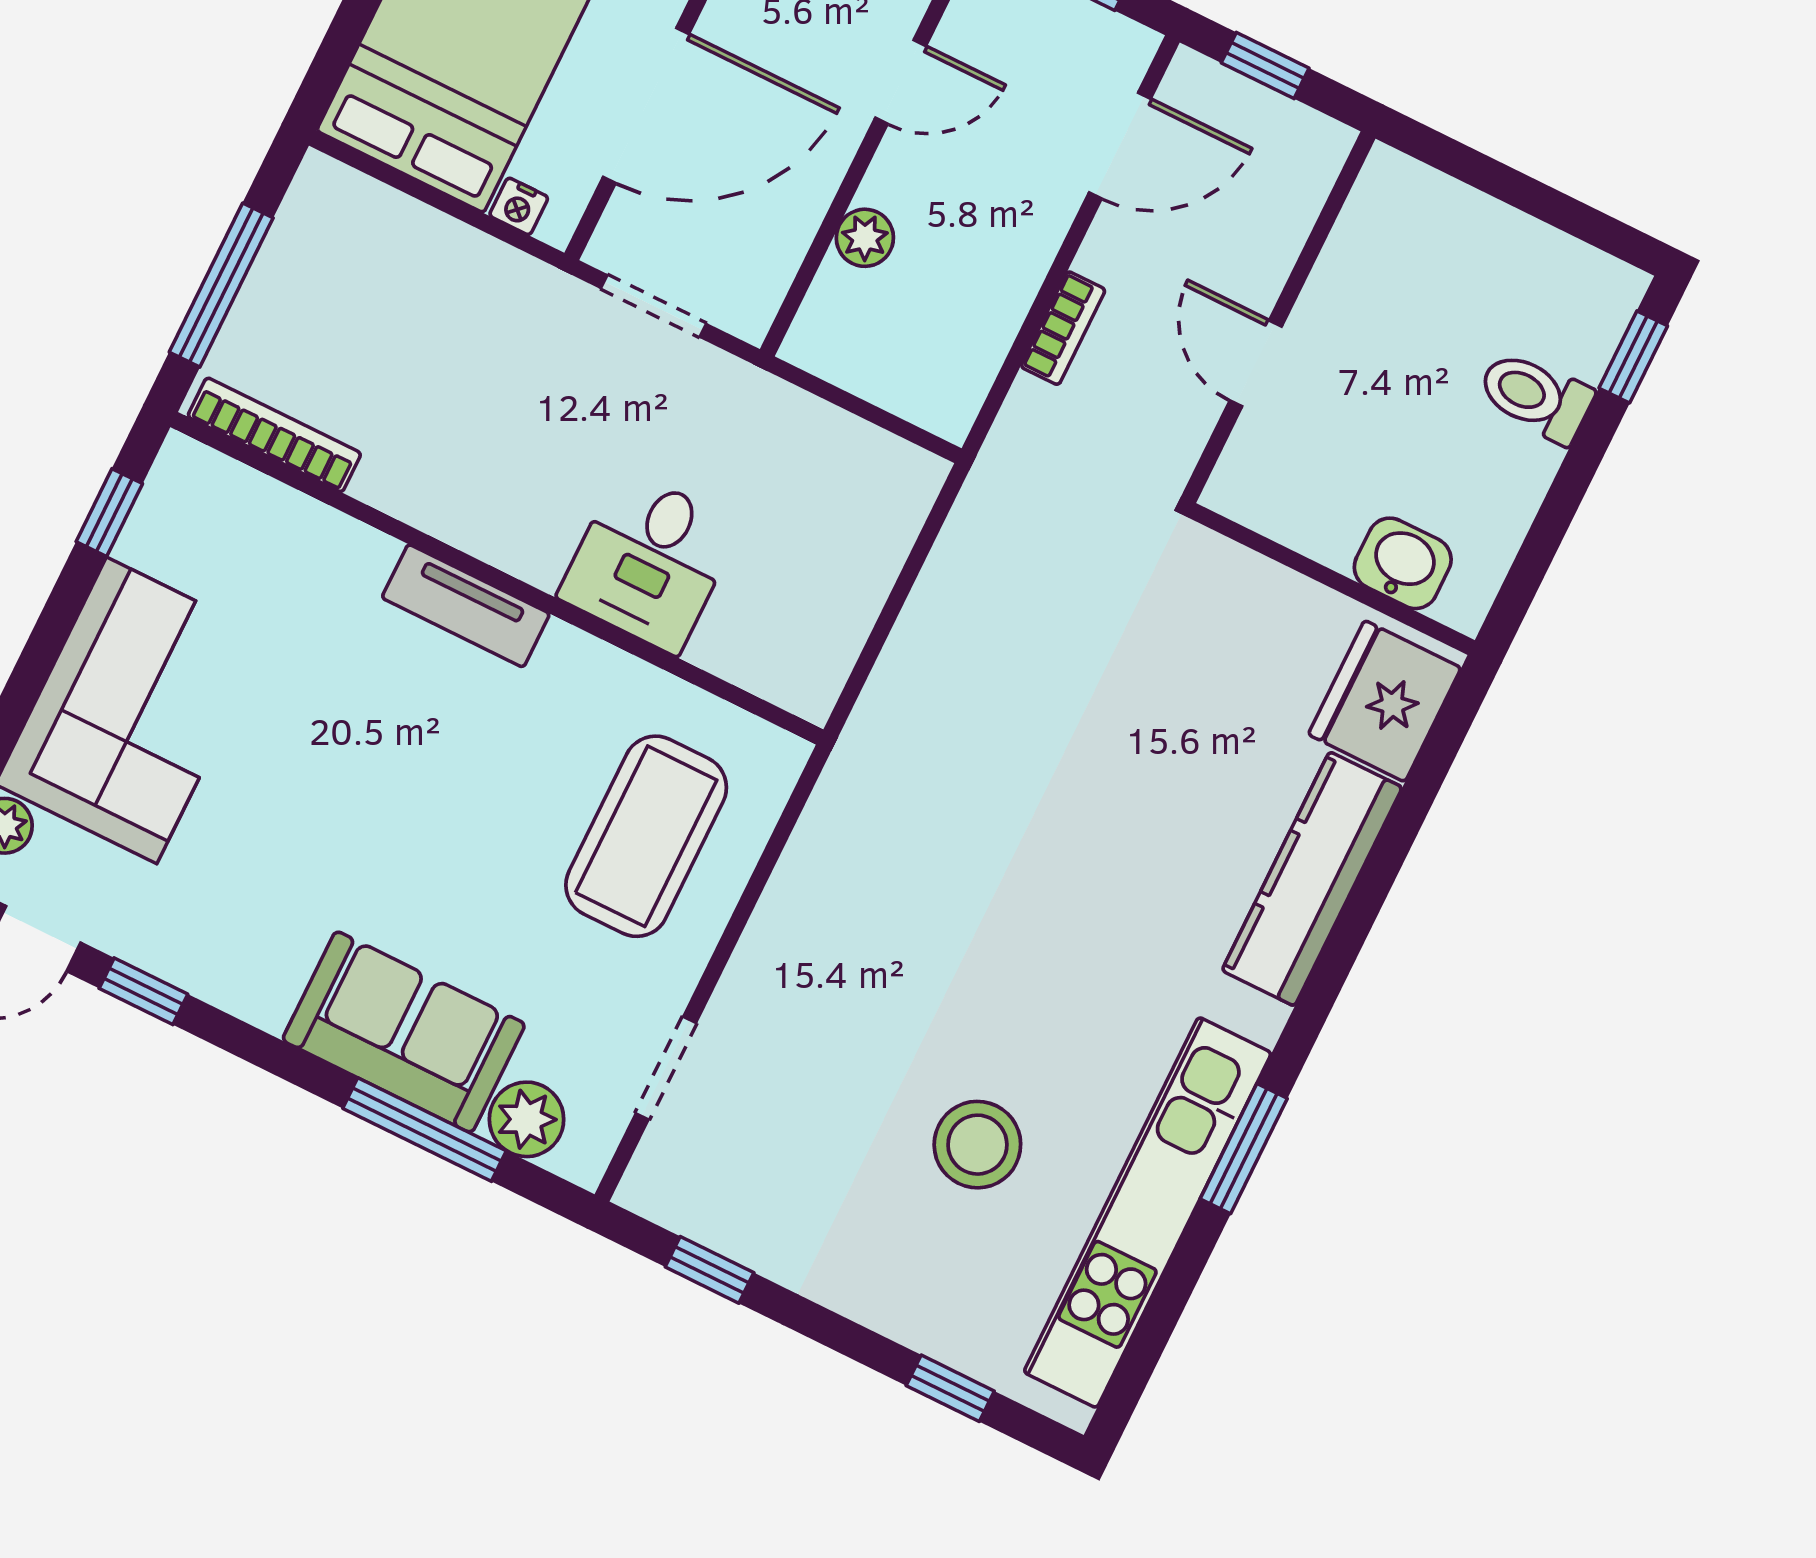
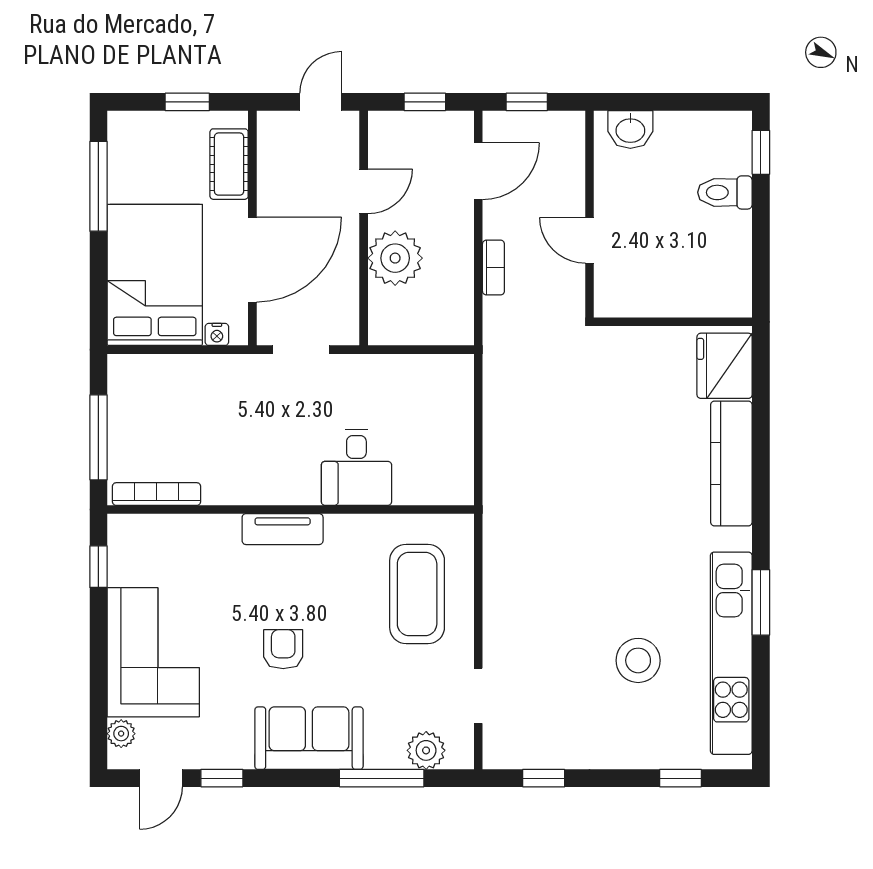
plant: (865, 238) -> (395, 258), width x1.88, depth x1.88
washbasin: (1403, 563) -> (630, 129), moved, turned 180
armchair: (363, 818) -> (283, 649), added
sofa: (404, 1032) -> (309, 738), moved

